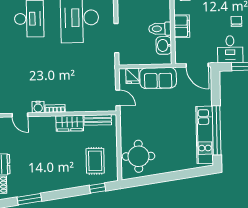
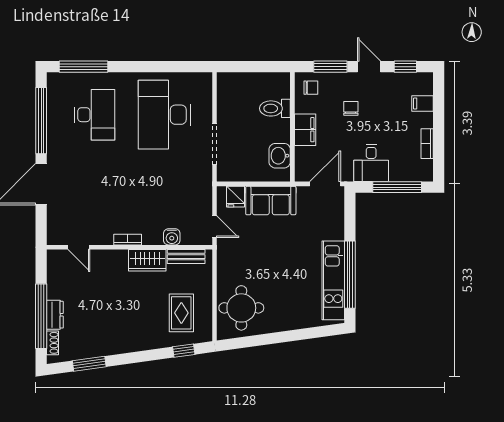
chair: (236, 21) -> (351, 108), moved
toilet: (160, 29) -> (275, 108), moved
door: (197, 65) -> (325, 184), swing flipped
water cooler: (38, 107) -> (172, 237), moved

